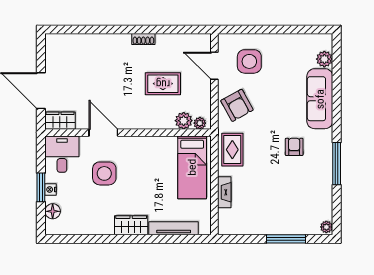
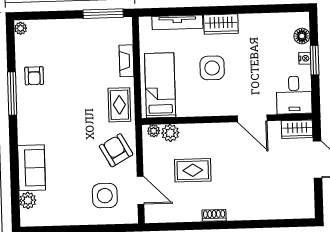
sofa: (320, 99) -> (32, 168), width x0.73
armchair: (294, 147) -> (34, 76), moved
side table: (104, 173) -> (212, 68), moved
window: (286, 239) -> (103, 14), moved

